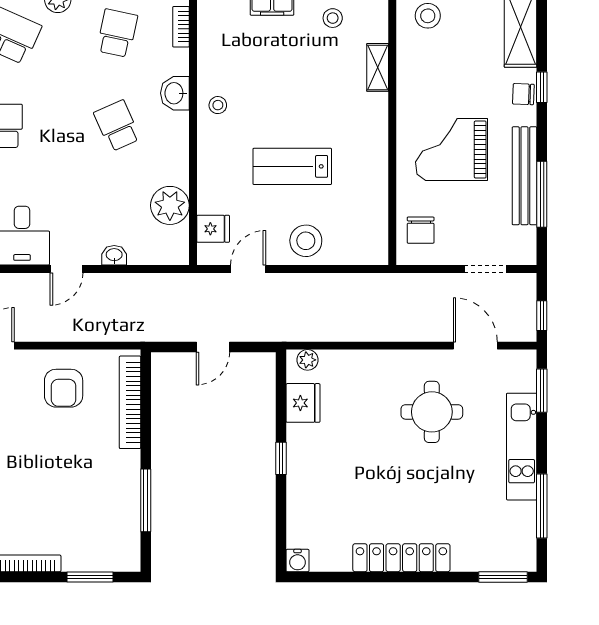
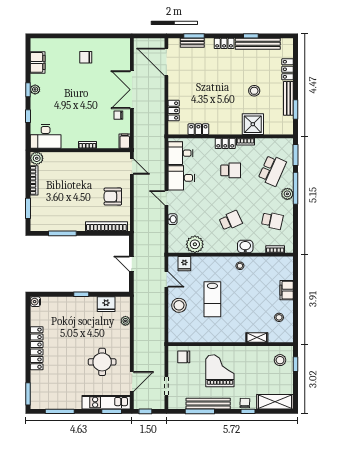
lab bench: (292, 166) -> (212, 299), turned 180
plant: (308, 360) -> (125, 321), moved
kitchen unit: (522, 447) -> (106, 402), moved

